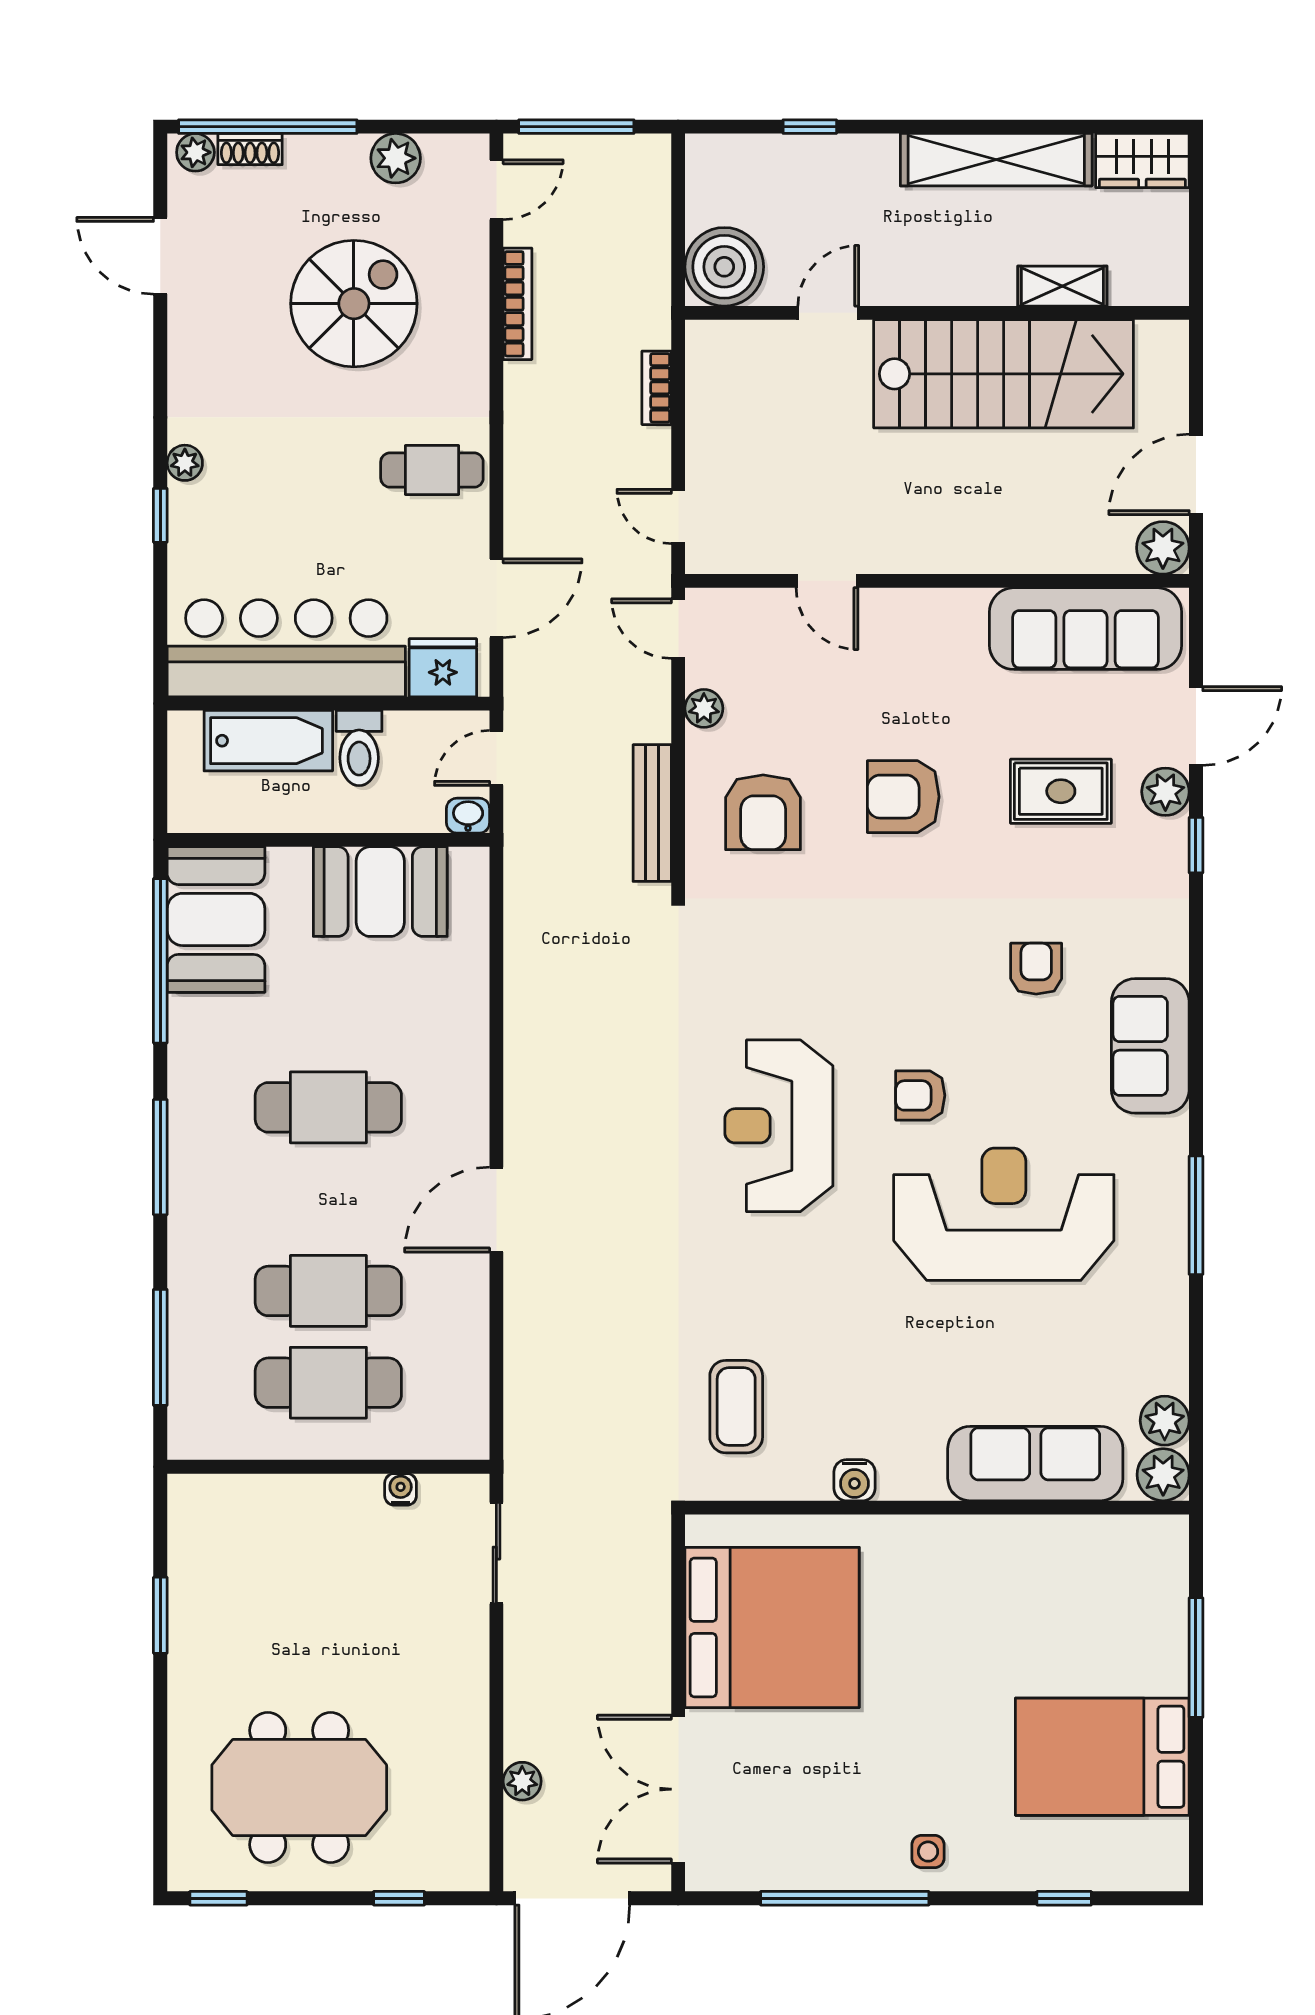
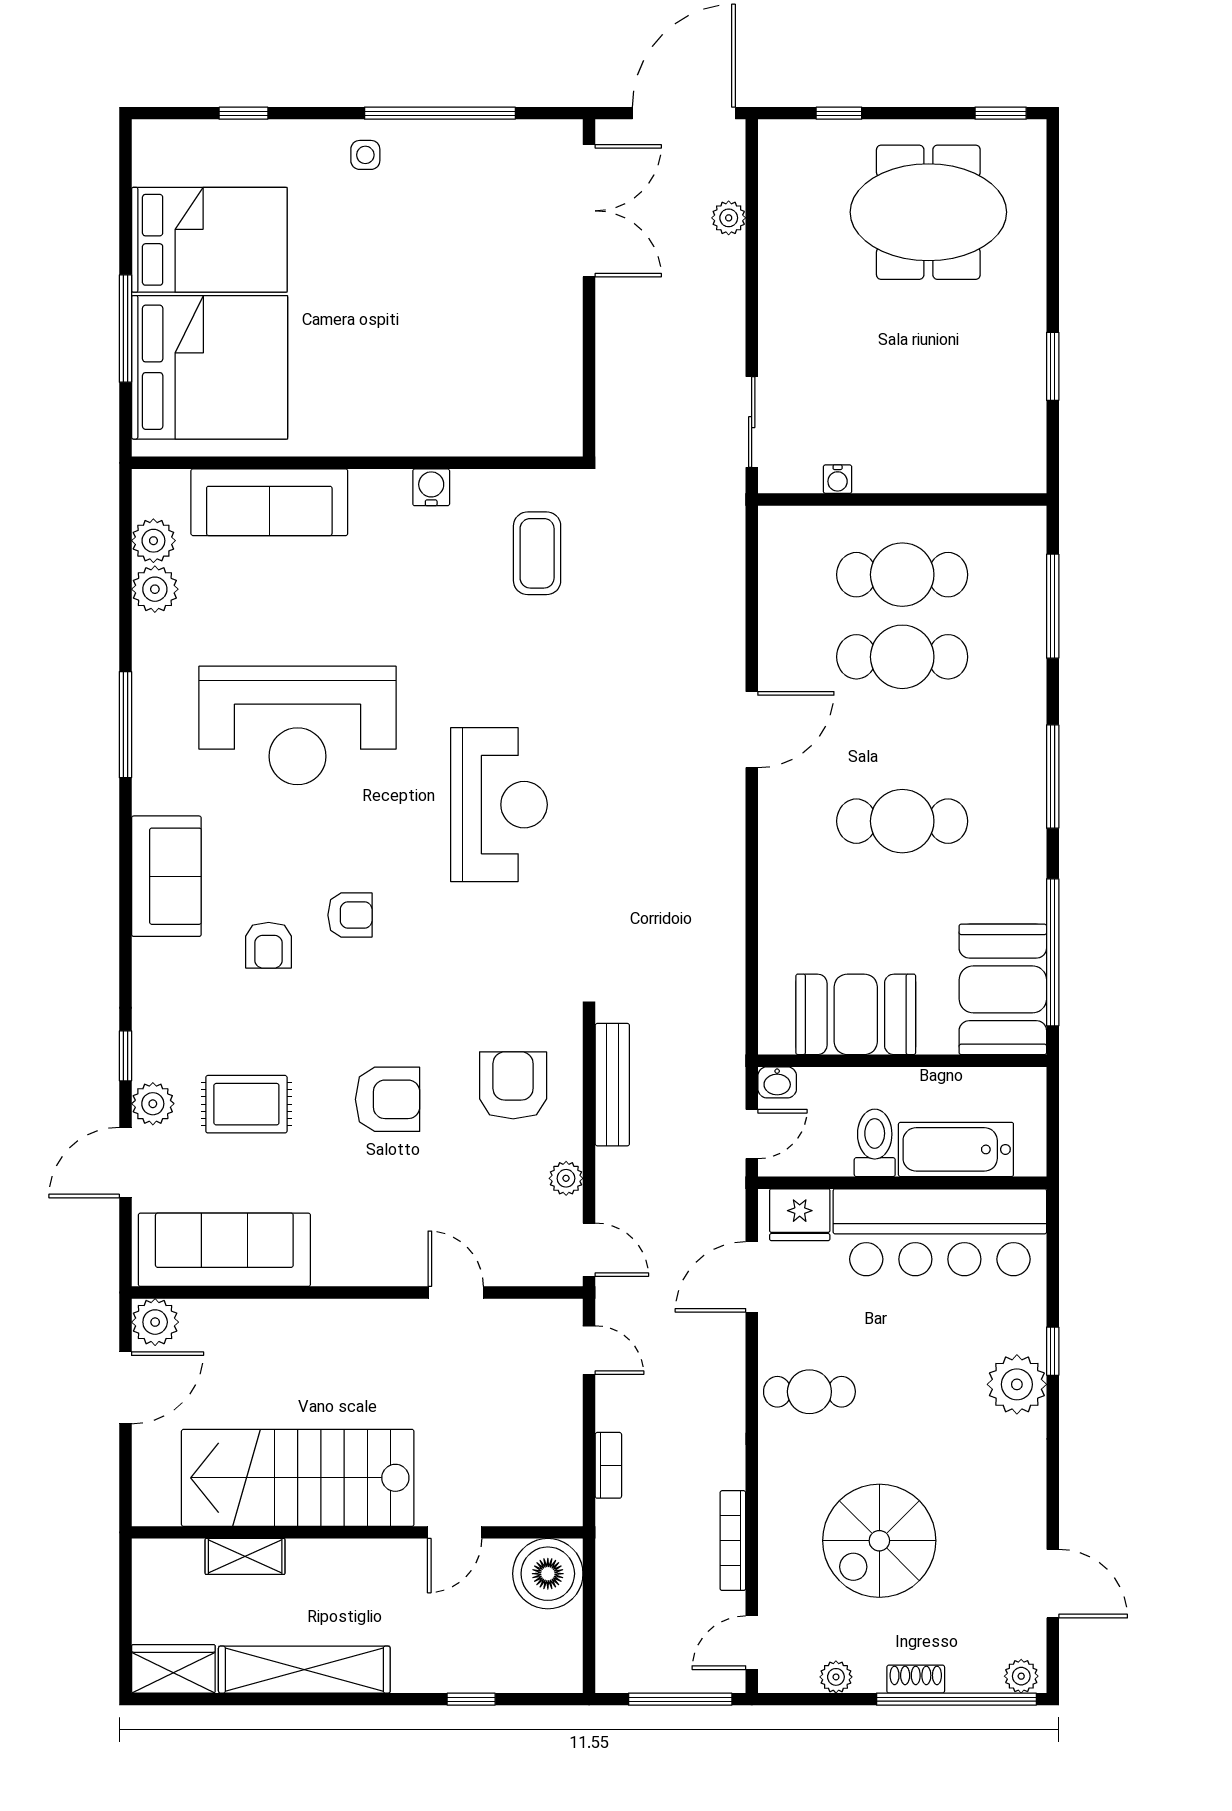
shoe rack: (250, 149) -> (916, 1679), moved
plant: (396, 158) -> (836, 1677), width x0.73, depth x0.73
plant: (185, 463) -> (1017, 1384), width x1.88, depth x1.88
armchair: (920, 1095) -> (350, 915), moved
plant: (1163, 1475) -> (155, 589), moved
bed: (772, 1627) -> (210, 367), moved, turned 180

